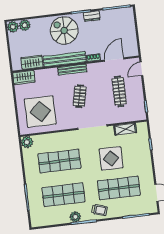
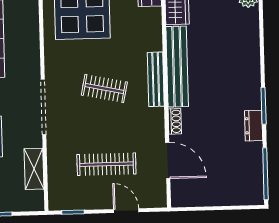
spiral stairs: (64, 30) -> (231, 71), removed
door: (141, 69) -> (126, 211), moved

